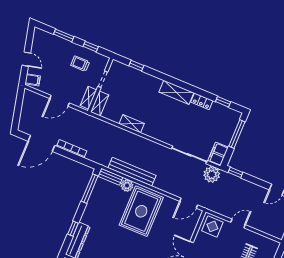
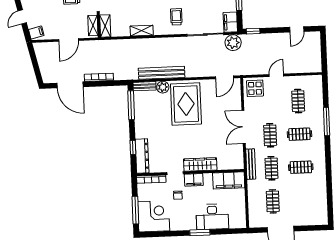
door: (26, 59) -> (22, 17), swing flipped
trolley: (170, 126) -> (176, 17), added
door: (41, 143) -> (70, 85), hinge flipped

